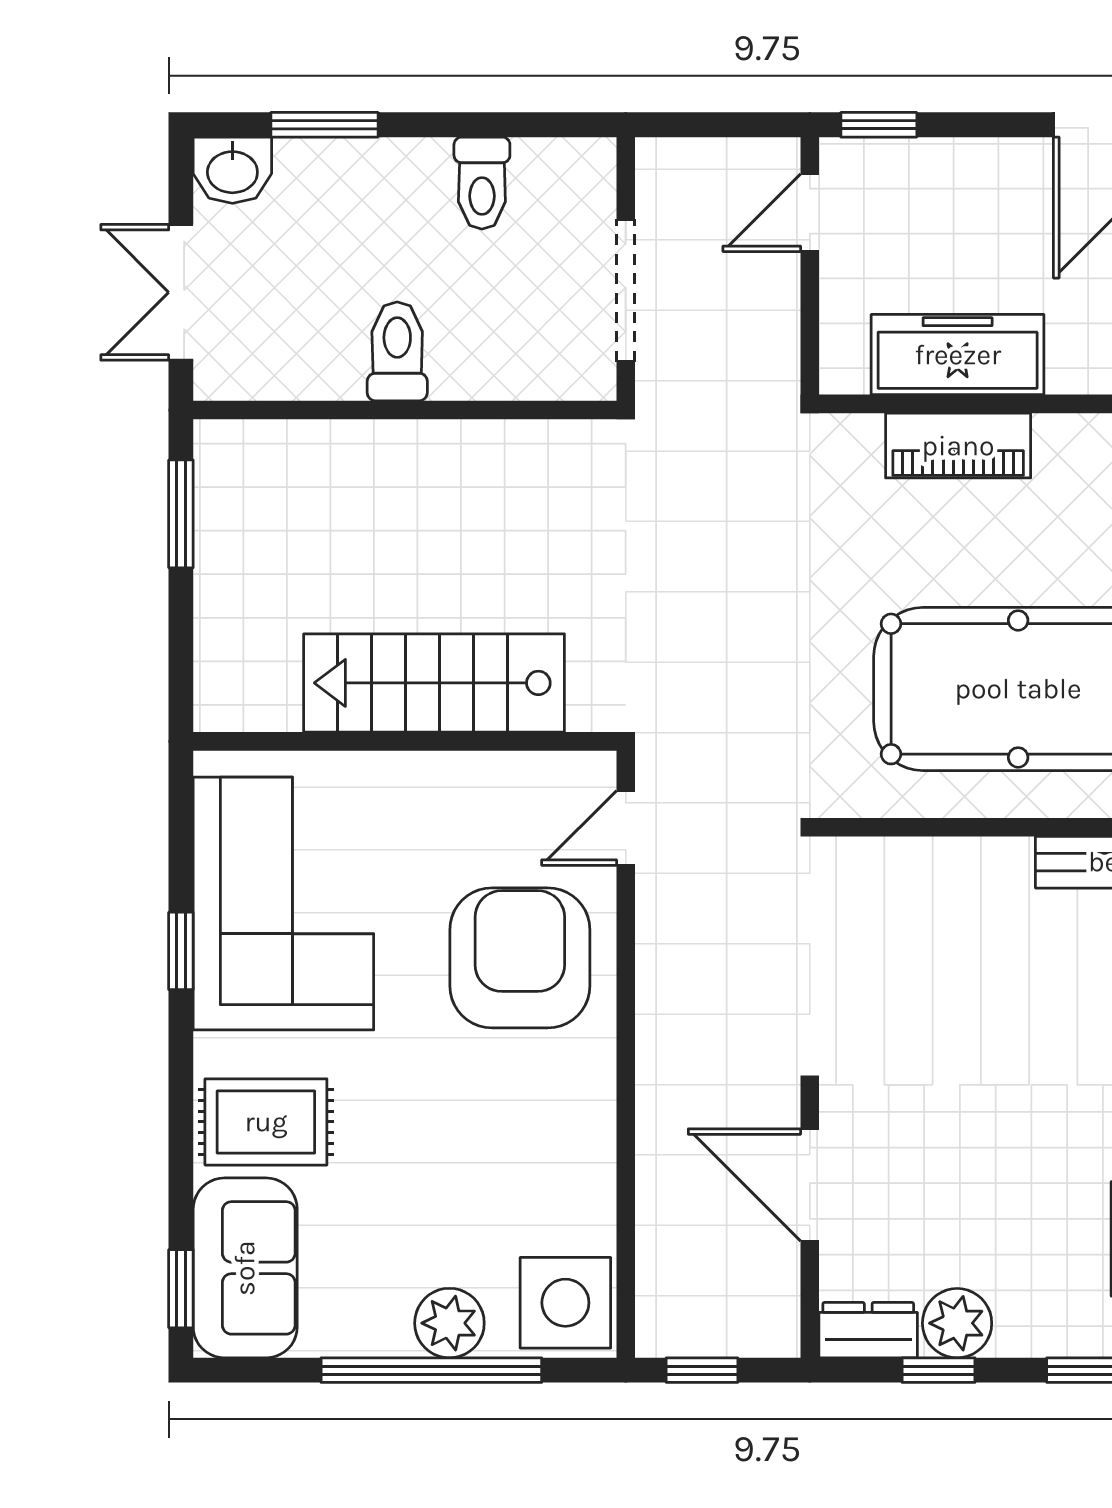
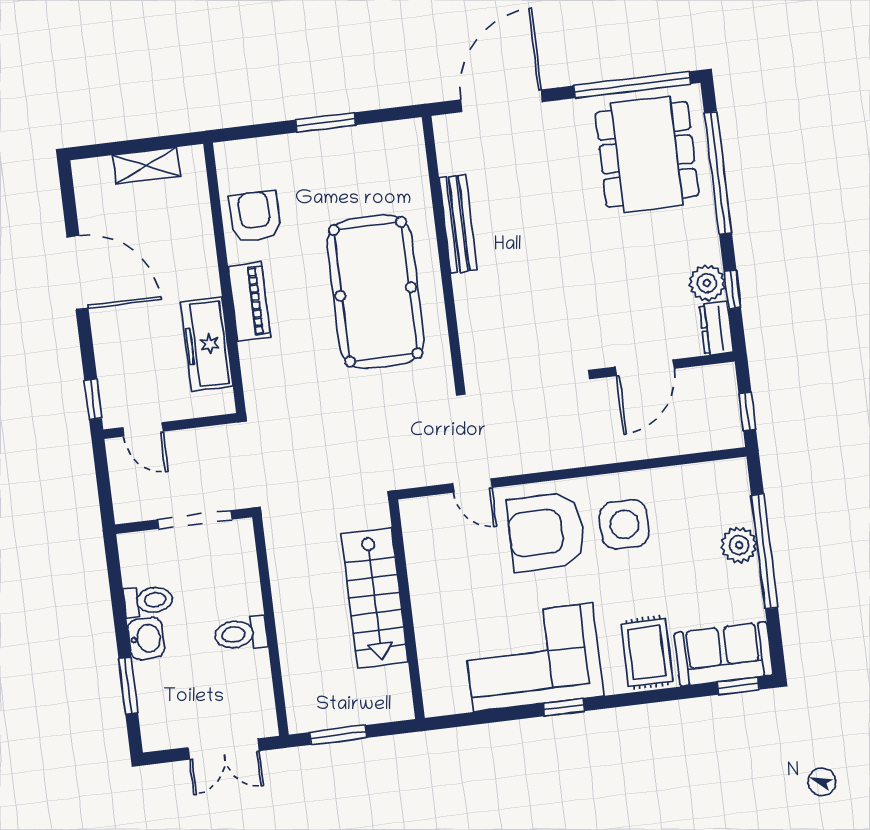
washbasin: (232, 170) -> (146, 639), moved
piano: (958, 446) -> (249, 302), moved
stairs: (434, 683) -> (375, 598), moved
wall: (405, 741) -> (407, 609), moved
side table: (565, 1303) -> (624, 524), moved

